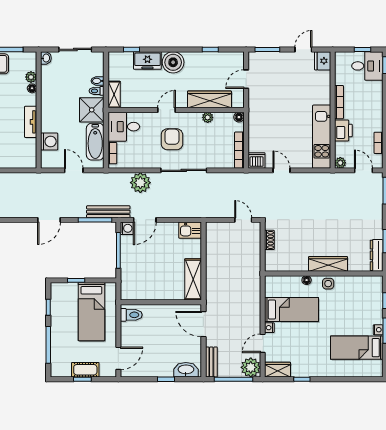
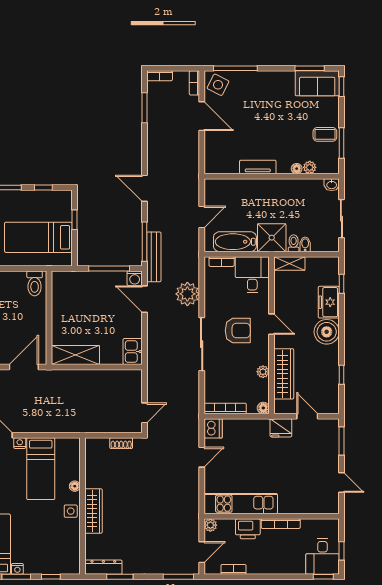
fridge: (323, 61) -> (281, 428), moved, turned 180
washing machine: (49, 142) -> (235, 189), removed

